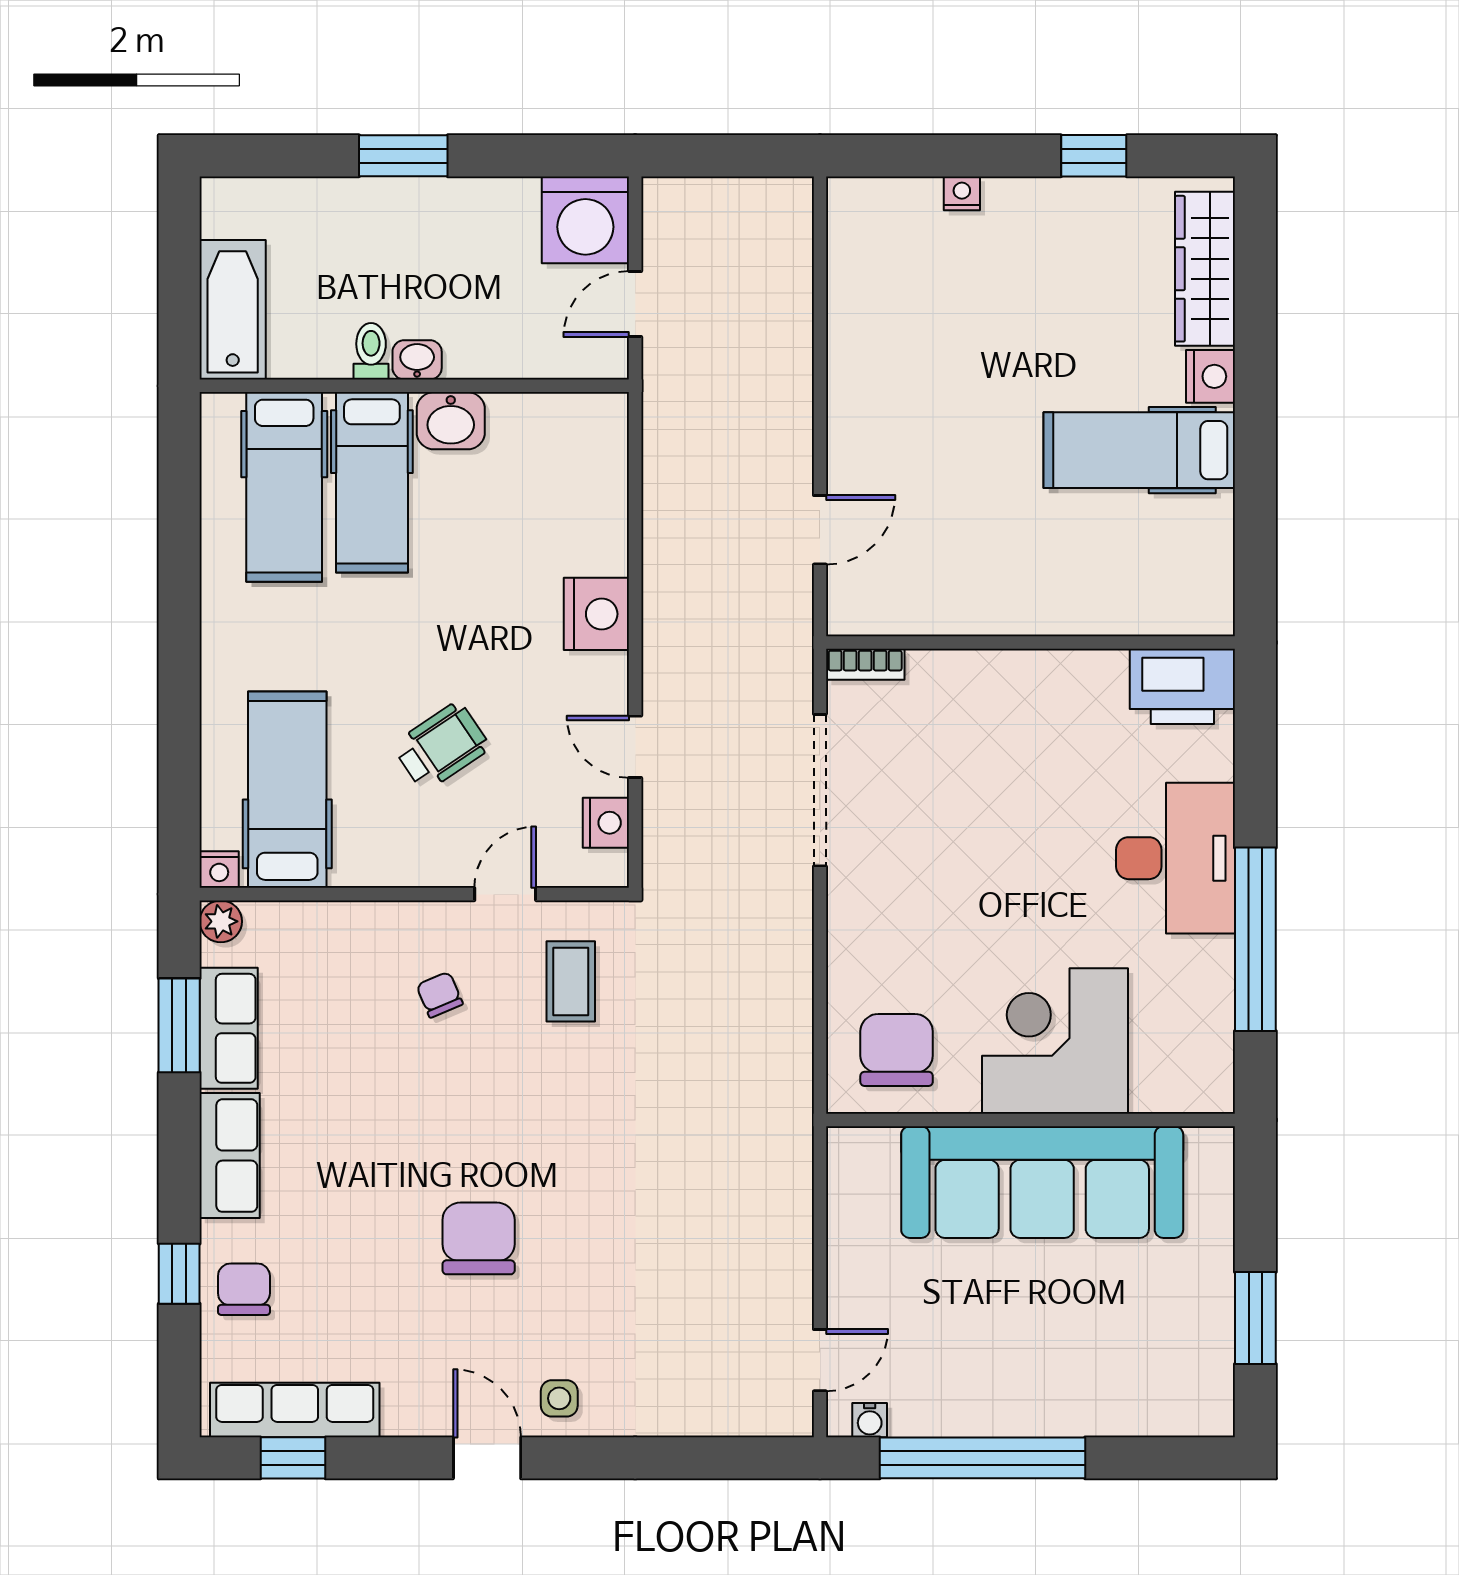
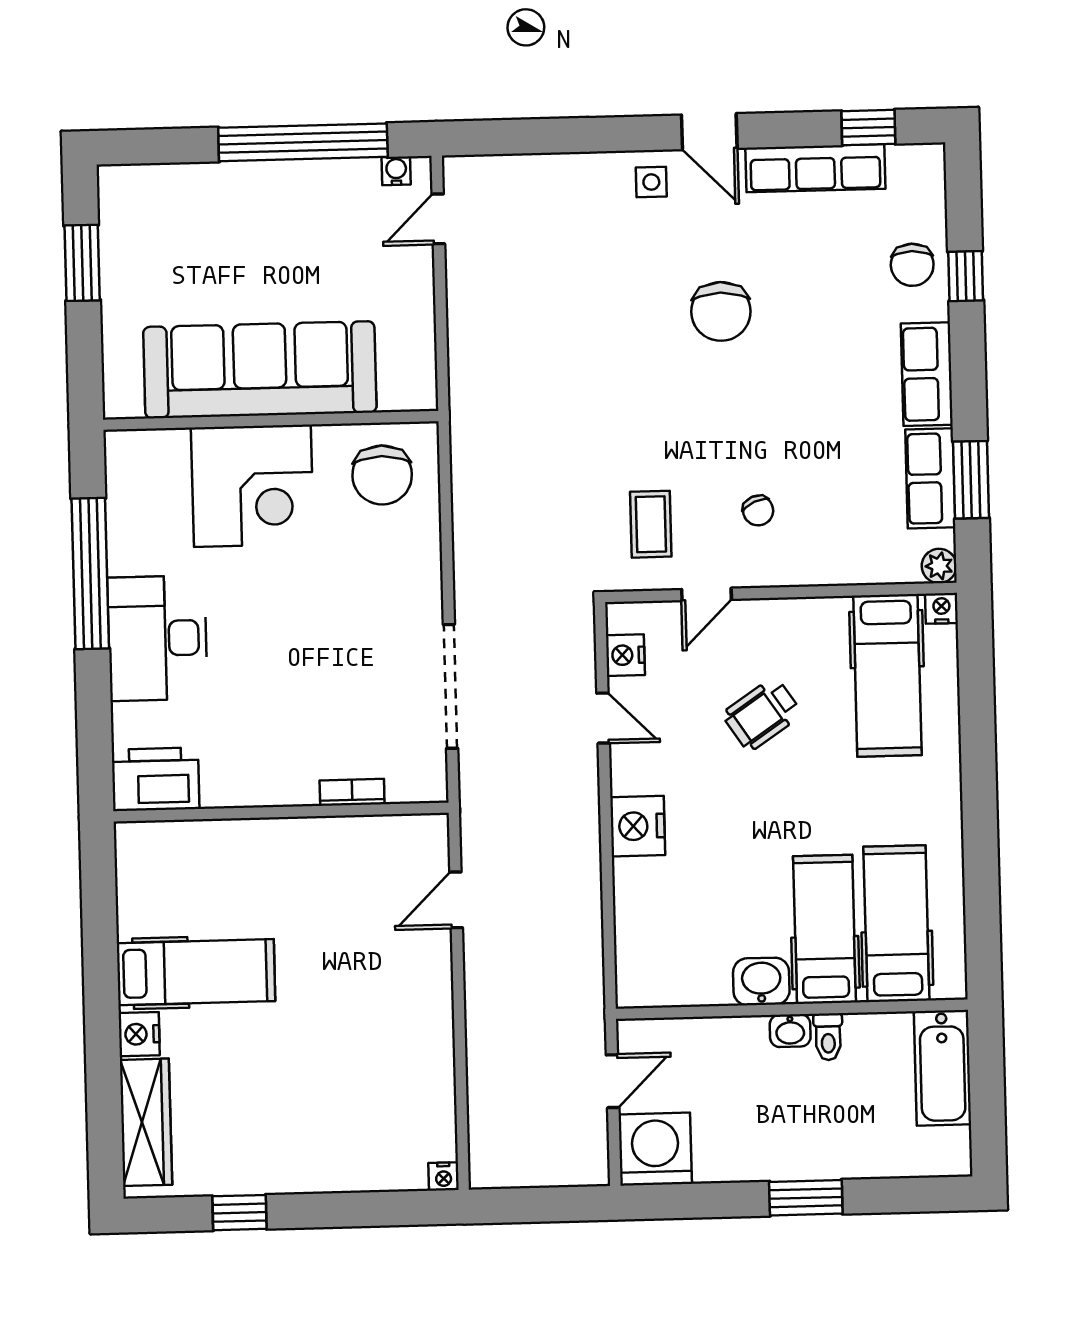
nightstand: (962, 193) -> (444, 1176), moved
bookcase: (865, 664) -> (352, 792), moved
row of seats: (295, 1410) -> (815, 168), moved

